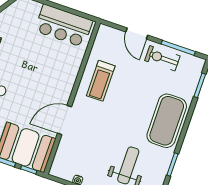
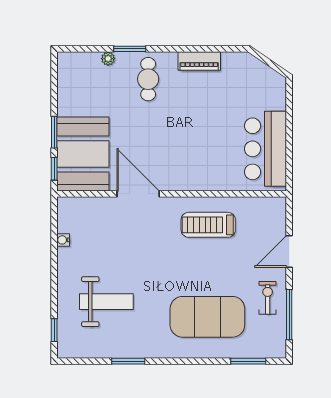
exercise bike: (162, 58) -> (268, 298), width x0.73, depth x0.72
exercise mat: (167, 121) -> (207, 317), moved

